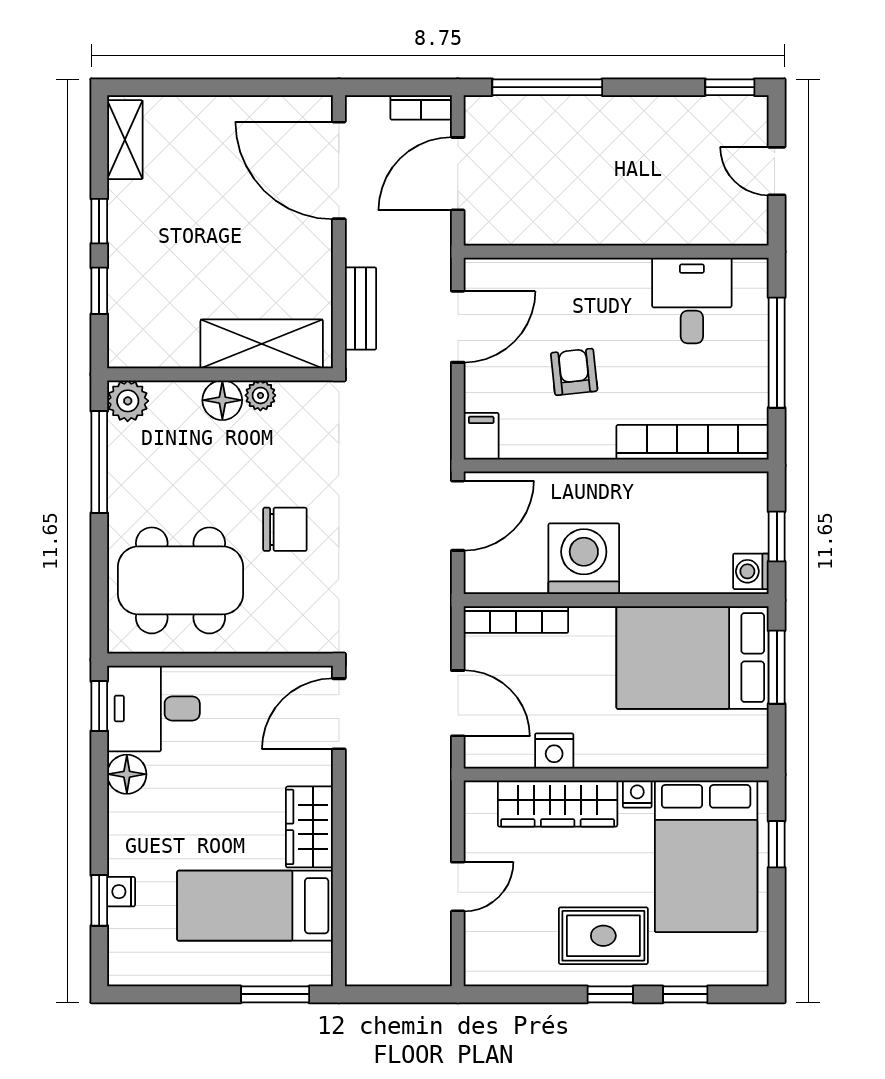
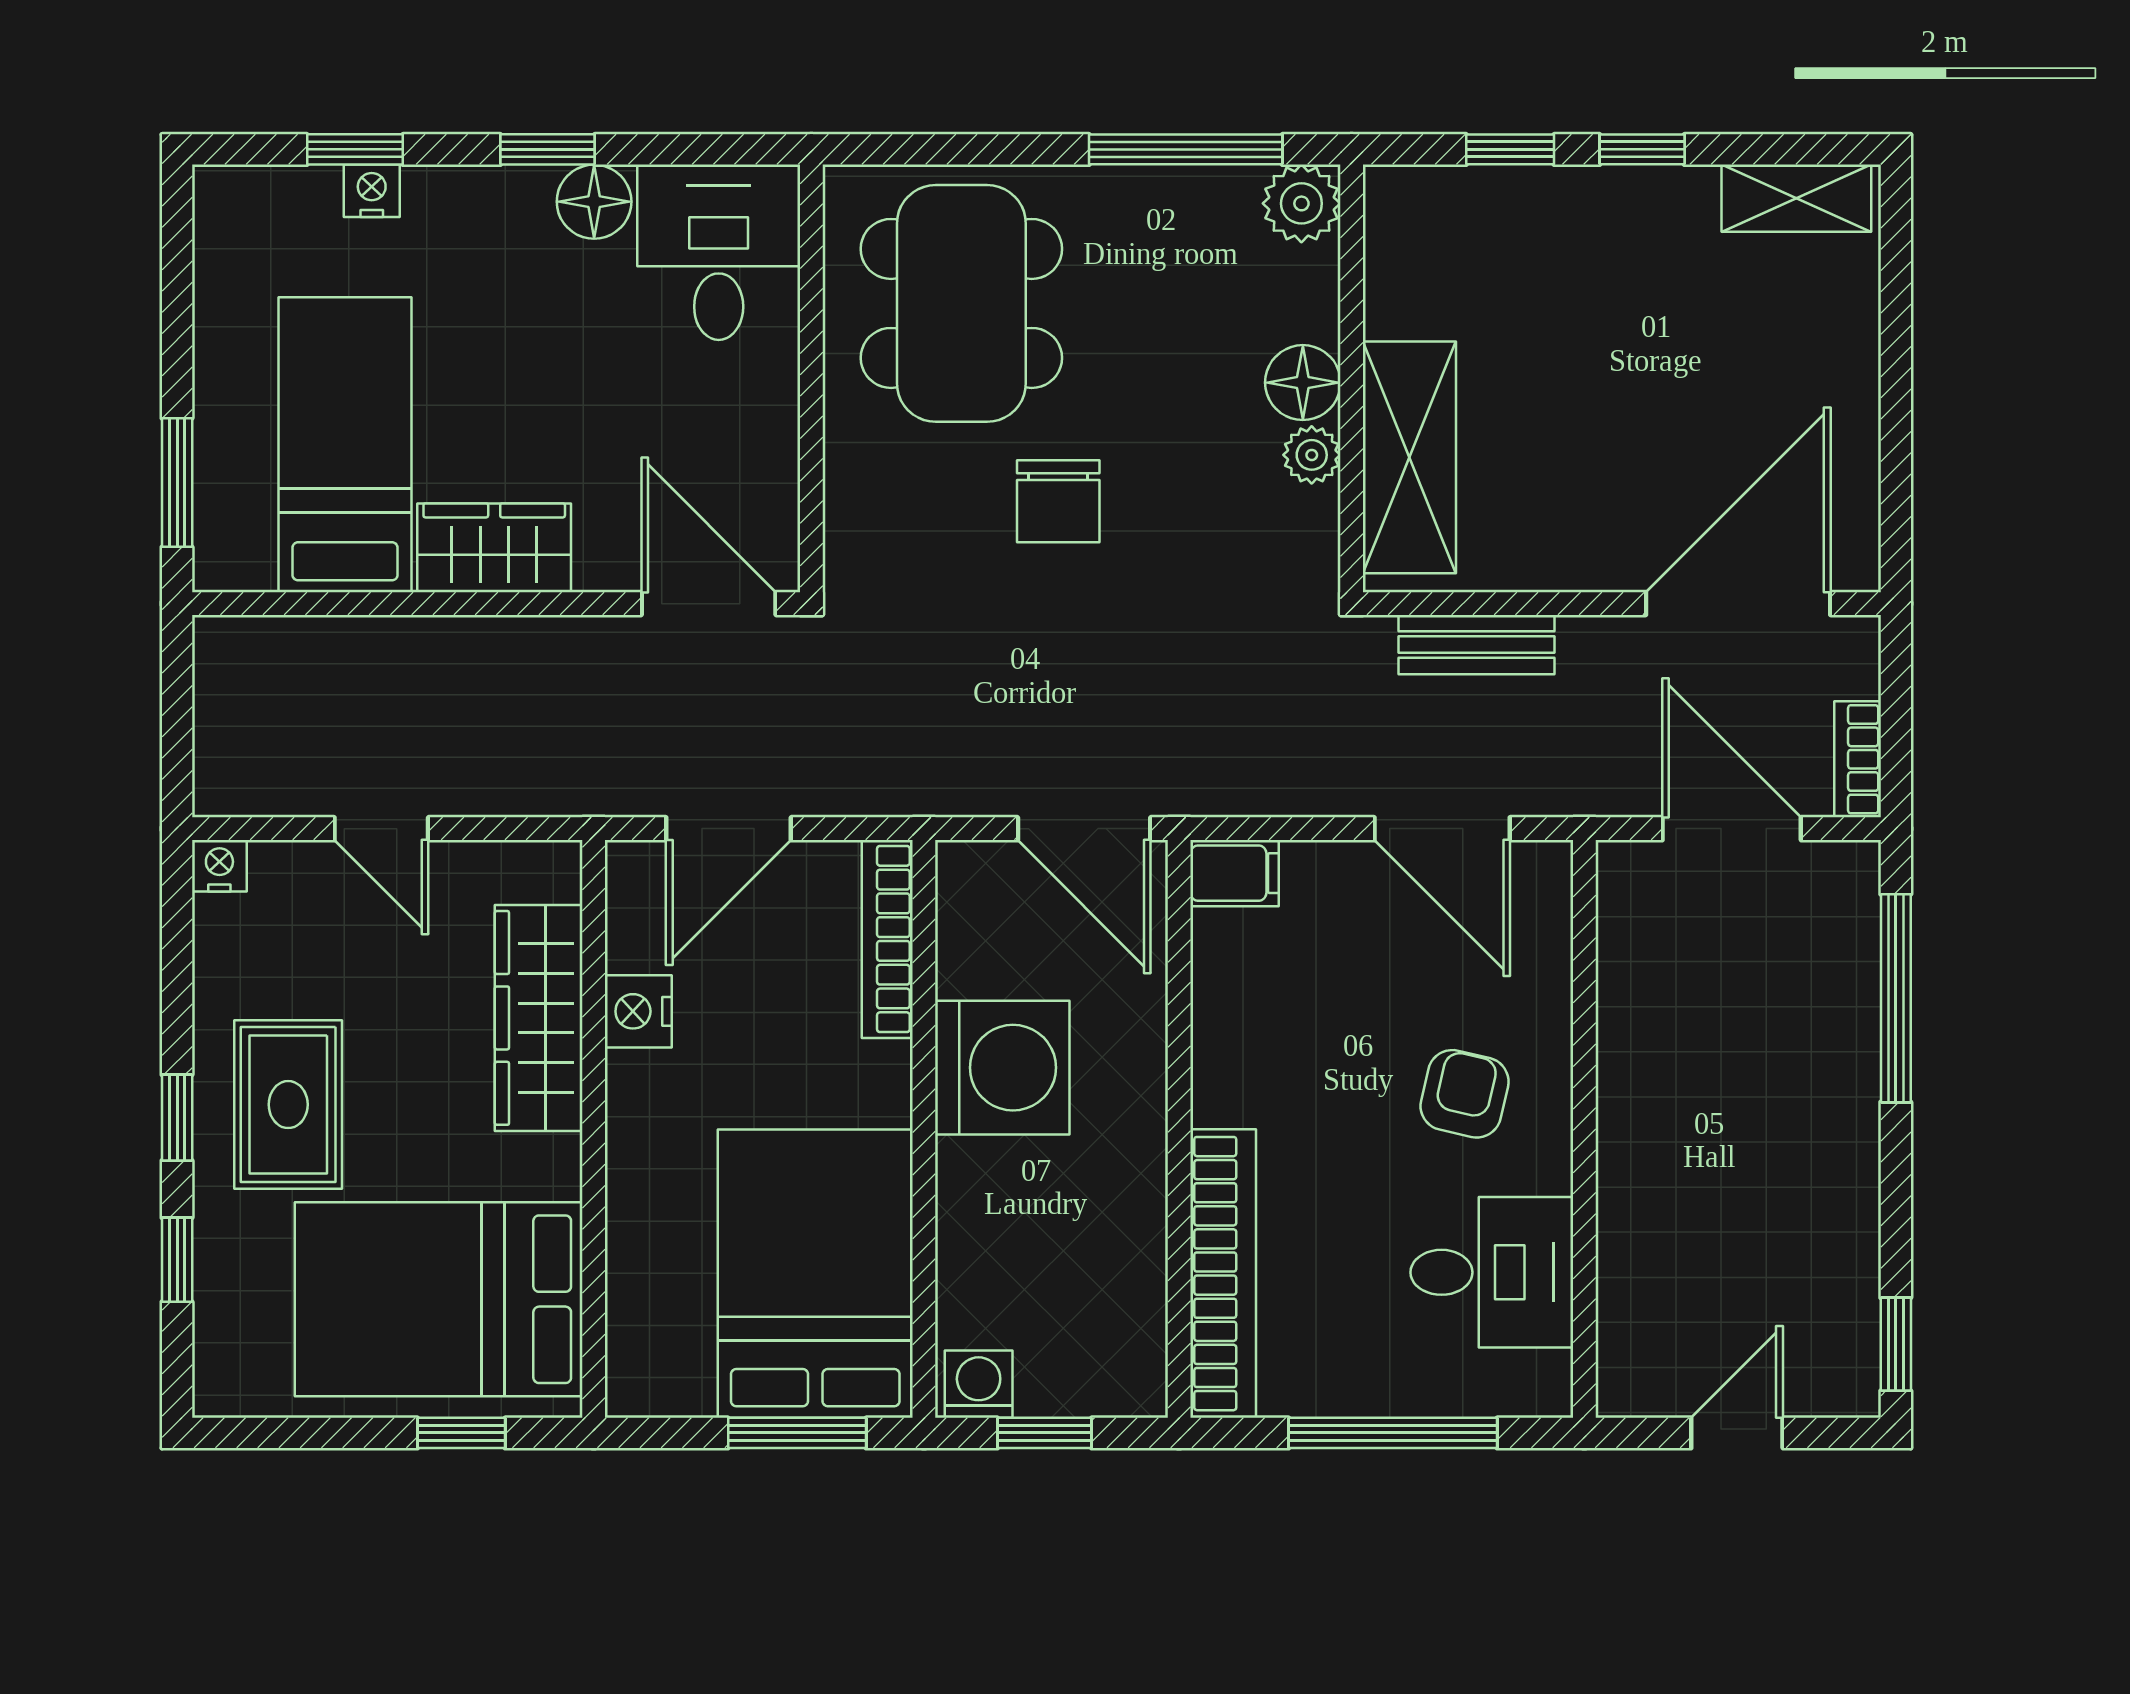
armchair: (574, 372) -> (1465, 1094), moved, turned -71
window: (99, 706) -> (548, 149), moved
nightstand: (637, 794) -> (219, 866), moved, turned -90

